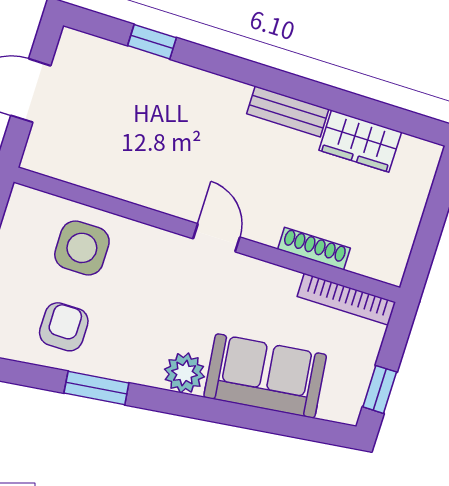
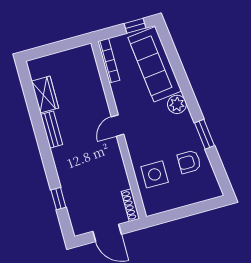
shoe rack: (314, 249) -> (130, 205), moved
sofa: (265, 376) -> (155, 64), width x1.36

